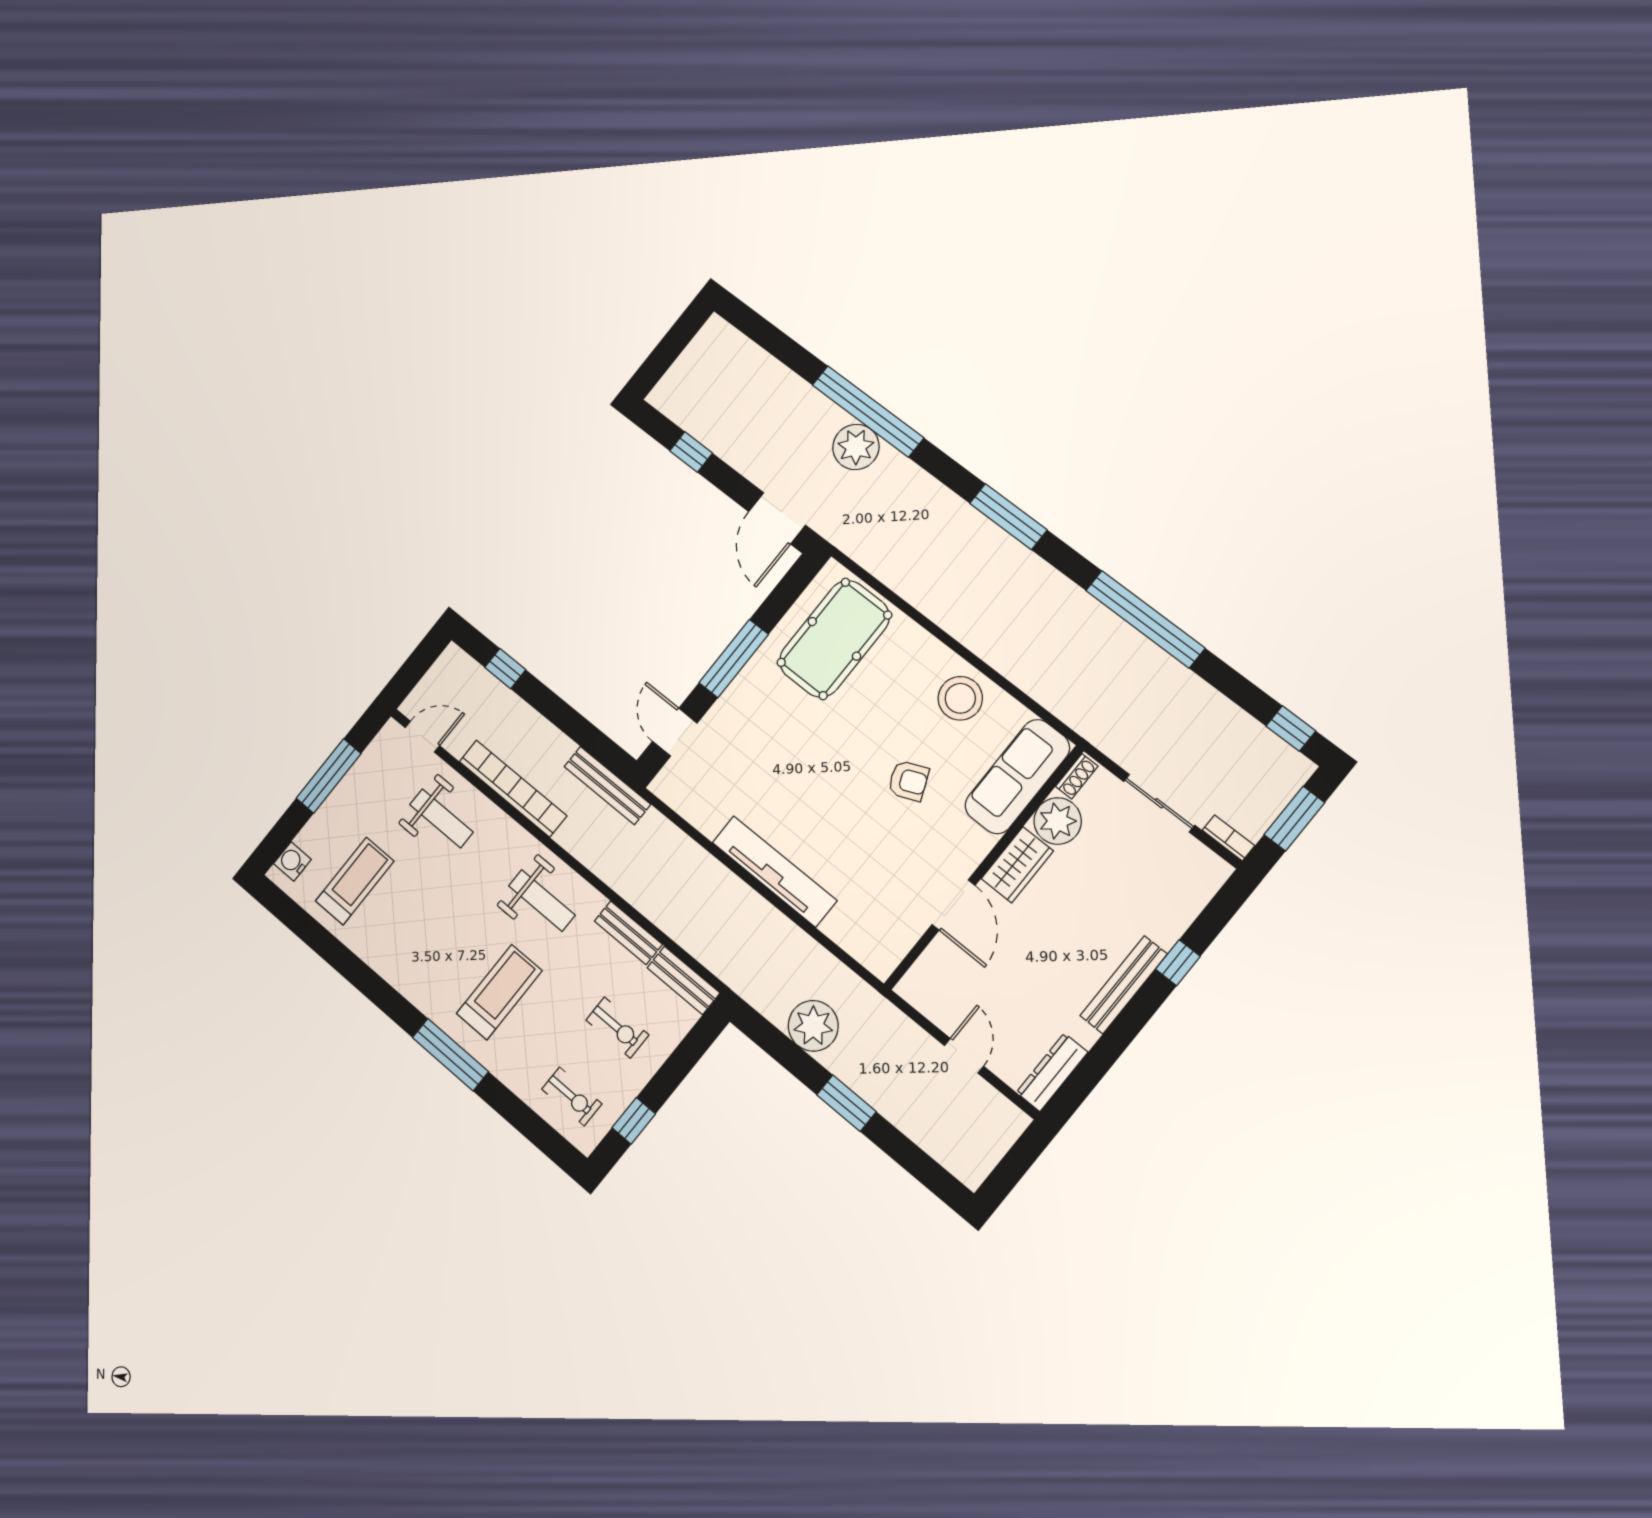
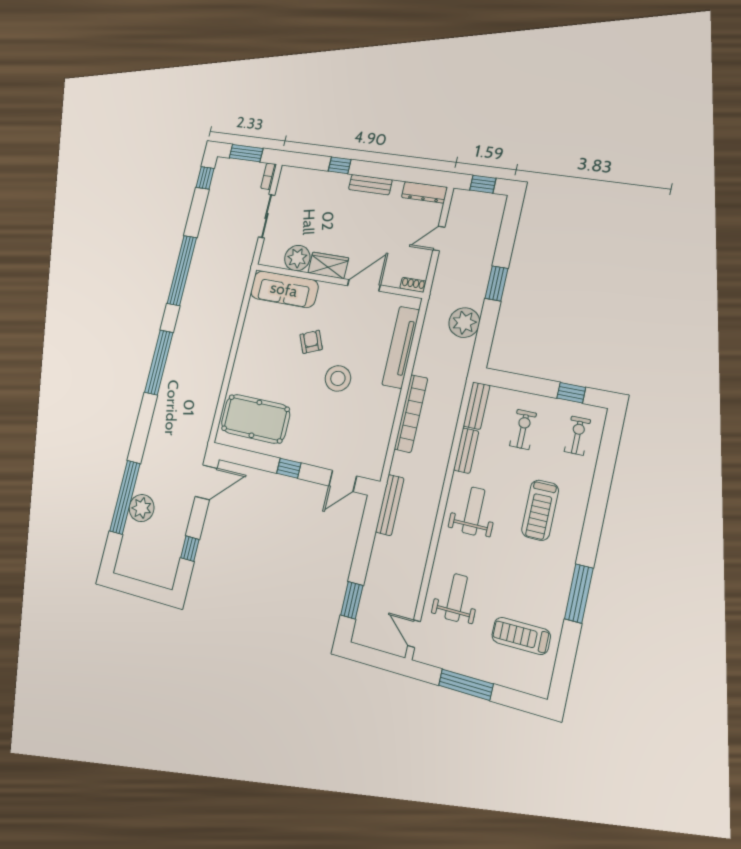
window: (868, 411) -> (125, 497), moved
plant: (856, 447) -> (142, 508), moved
window: (1008, 517) -> (159, 362), width x1.46
window: (734, 659) -> (289, 468), width x0.46
window: (505, 669) -> (352, 600), width x1.50
stool: (960, 698) -> (338, 378), moved
shoe rack: (1077, 776) -> (413, 285), moved
bookcase: (513, 789) -> (411, 414), moved, turned 180
water cooler: (292, 861) -> (530, 684), removed
tv unit: (774, 871) -> (401, 347), moved
bench: (1124, 985) -> (370, 185), width x0.73
treadmill: (499, 992) -> (540, 510), turned -90
window: (450, 1055) -> (579, 593), moved
window: (1014, 1166) -> (483, 184), added

